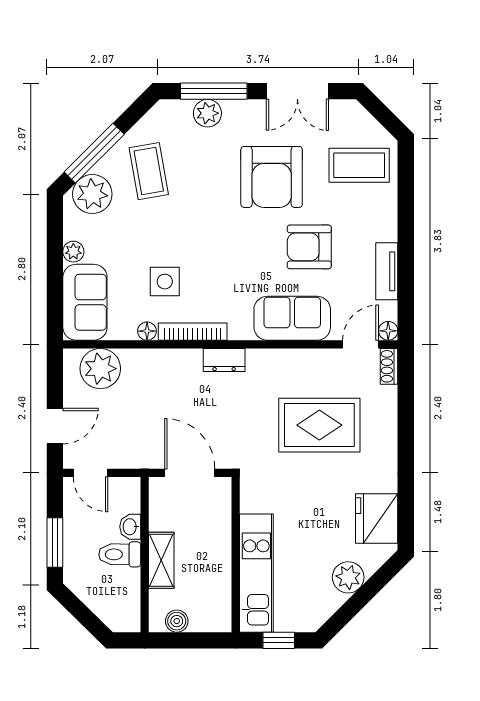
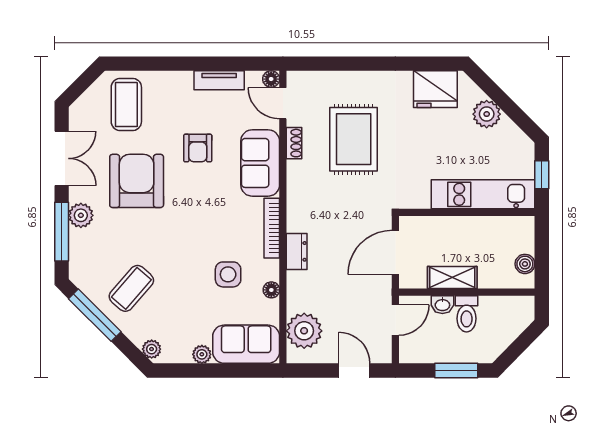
plant: (207, 113) -> (81, 215), moved
window: (94, 153) -> (95, 315), moved
coffee table: (149, 171) -> (131, 288), turned -39
armchair: (272, 177) -> (137, 181), turned -90
plant: (92, 194) -> (152, 349), width x0.53, depth x0.53
armchair: (309, 247) -> (198, 148), width x0.72, depth x0.72
bookcase: (193, 332) -> (272, 228), moved
dresser: (224, 360) -> (297, 251), moved
shoe rack: (389, 366) -> (294, 143), moved, turned -90
door: (90, 473) -> (395, 320), moved
shelving: (161, 560) -> (452, 277), moved

